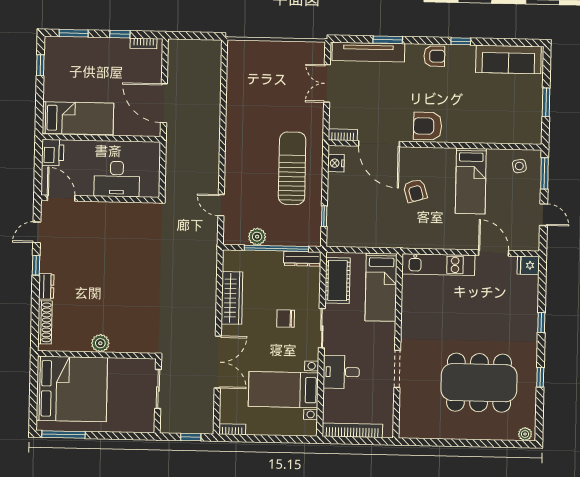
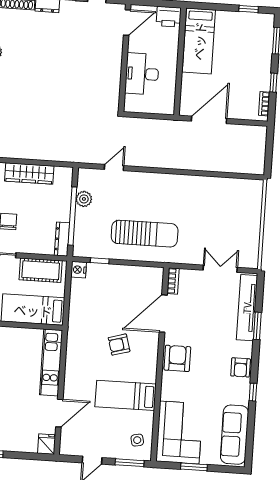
corner sofa: (509, 120) -> (179, 432), added
nightstand: (336, 163) -> (79, 270), moved, turned -90

